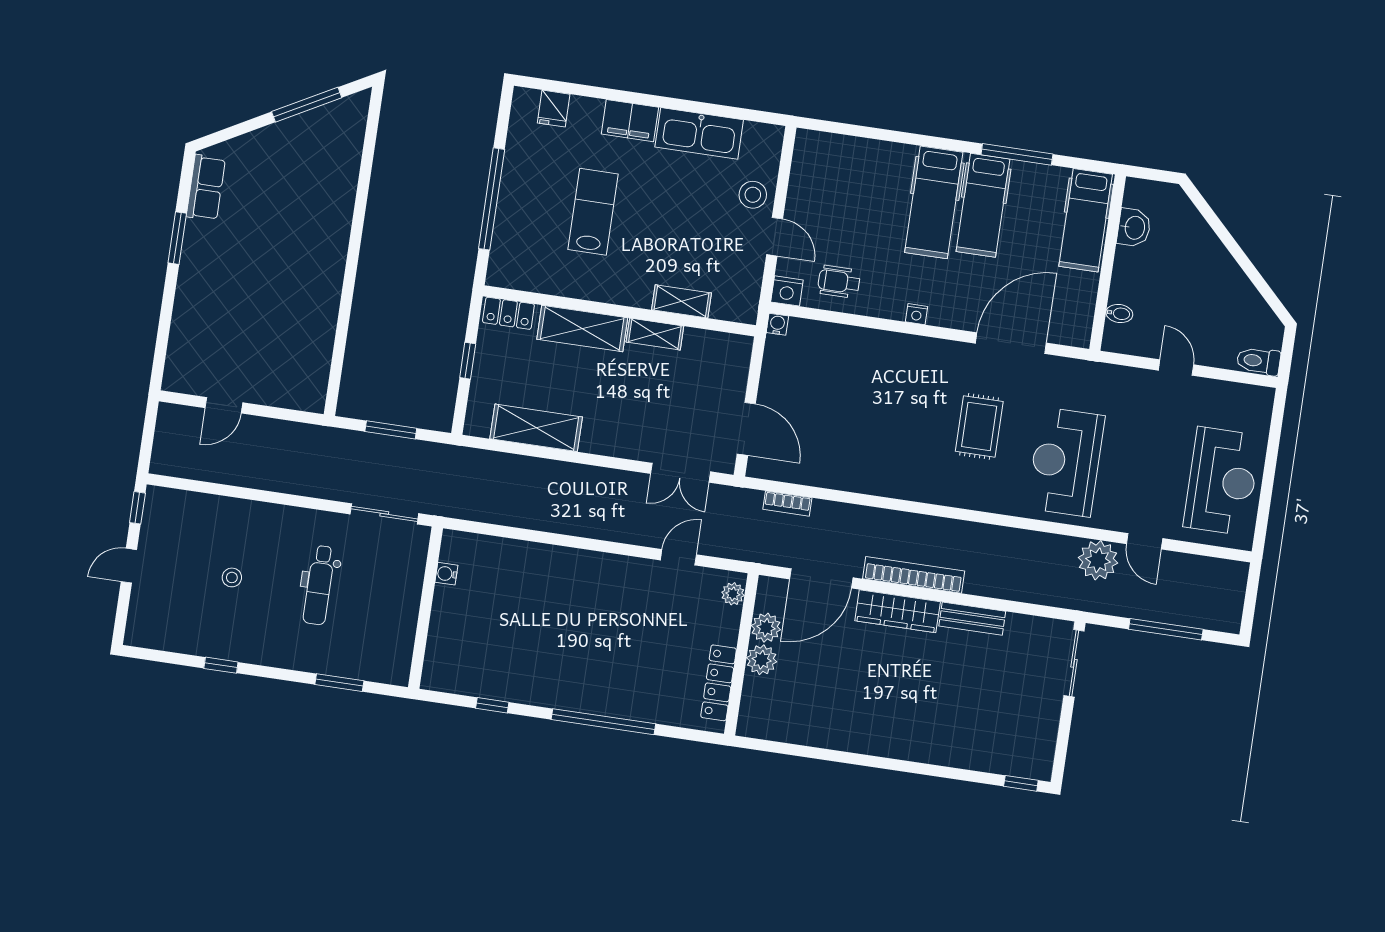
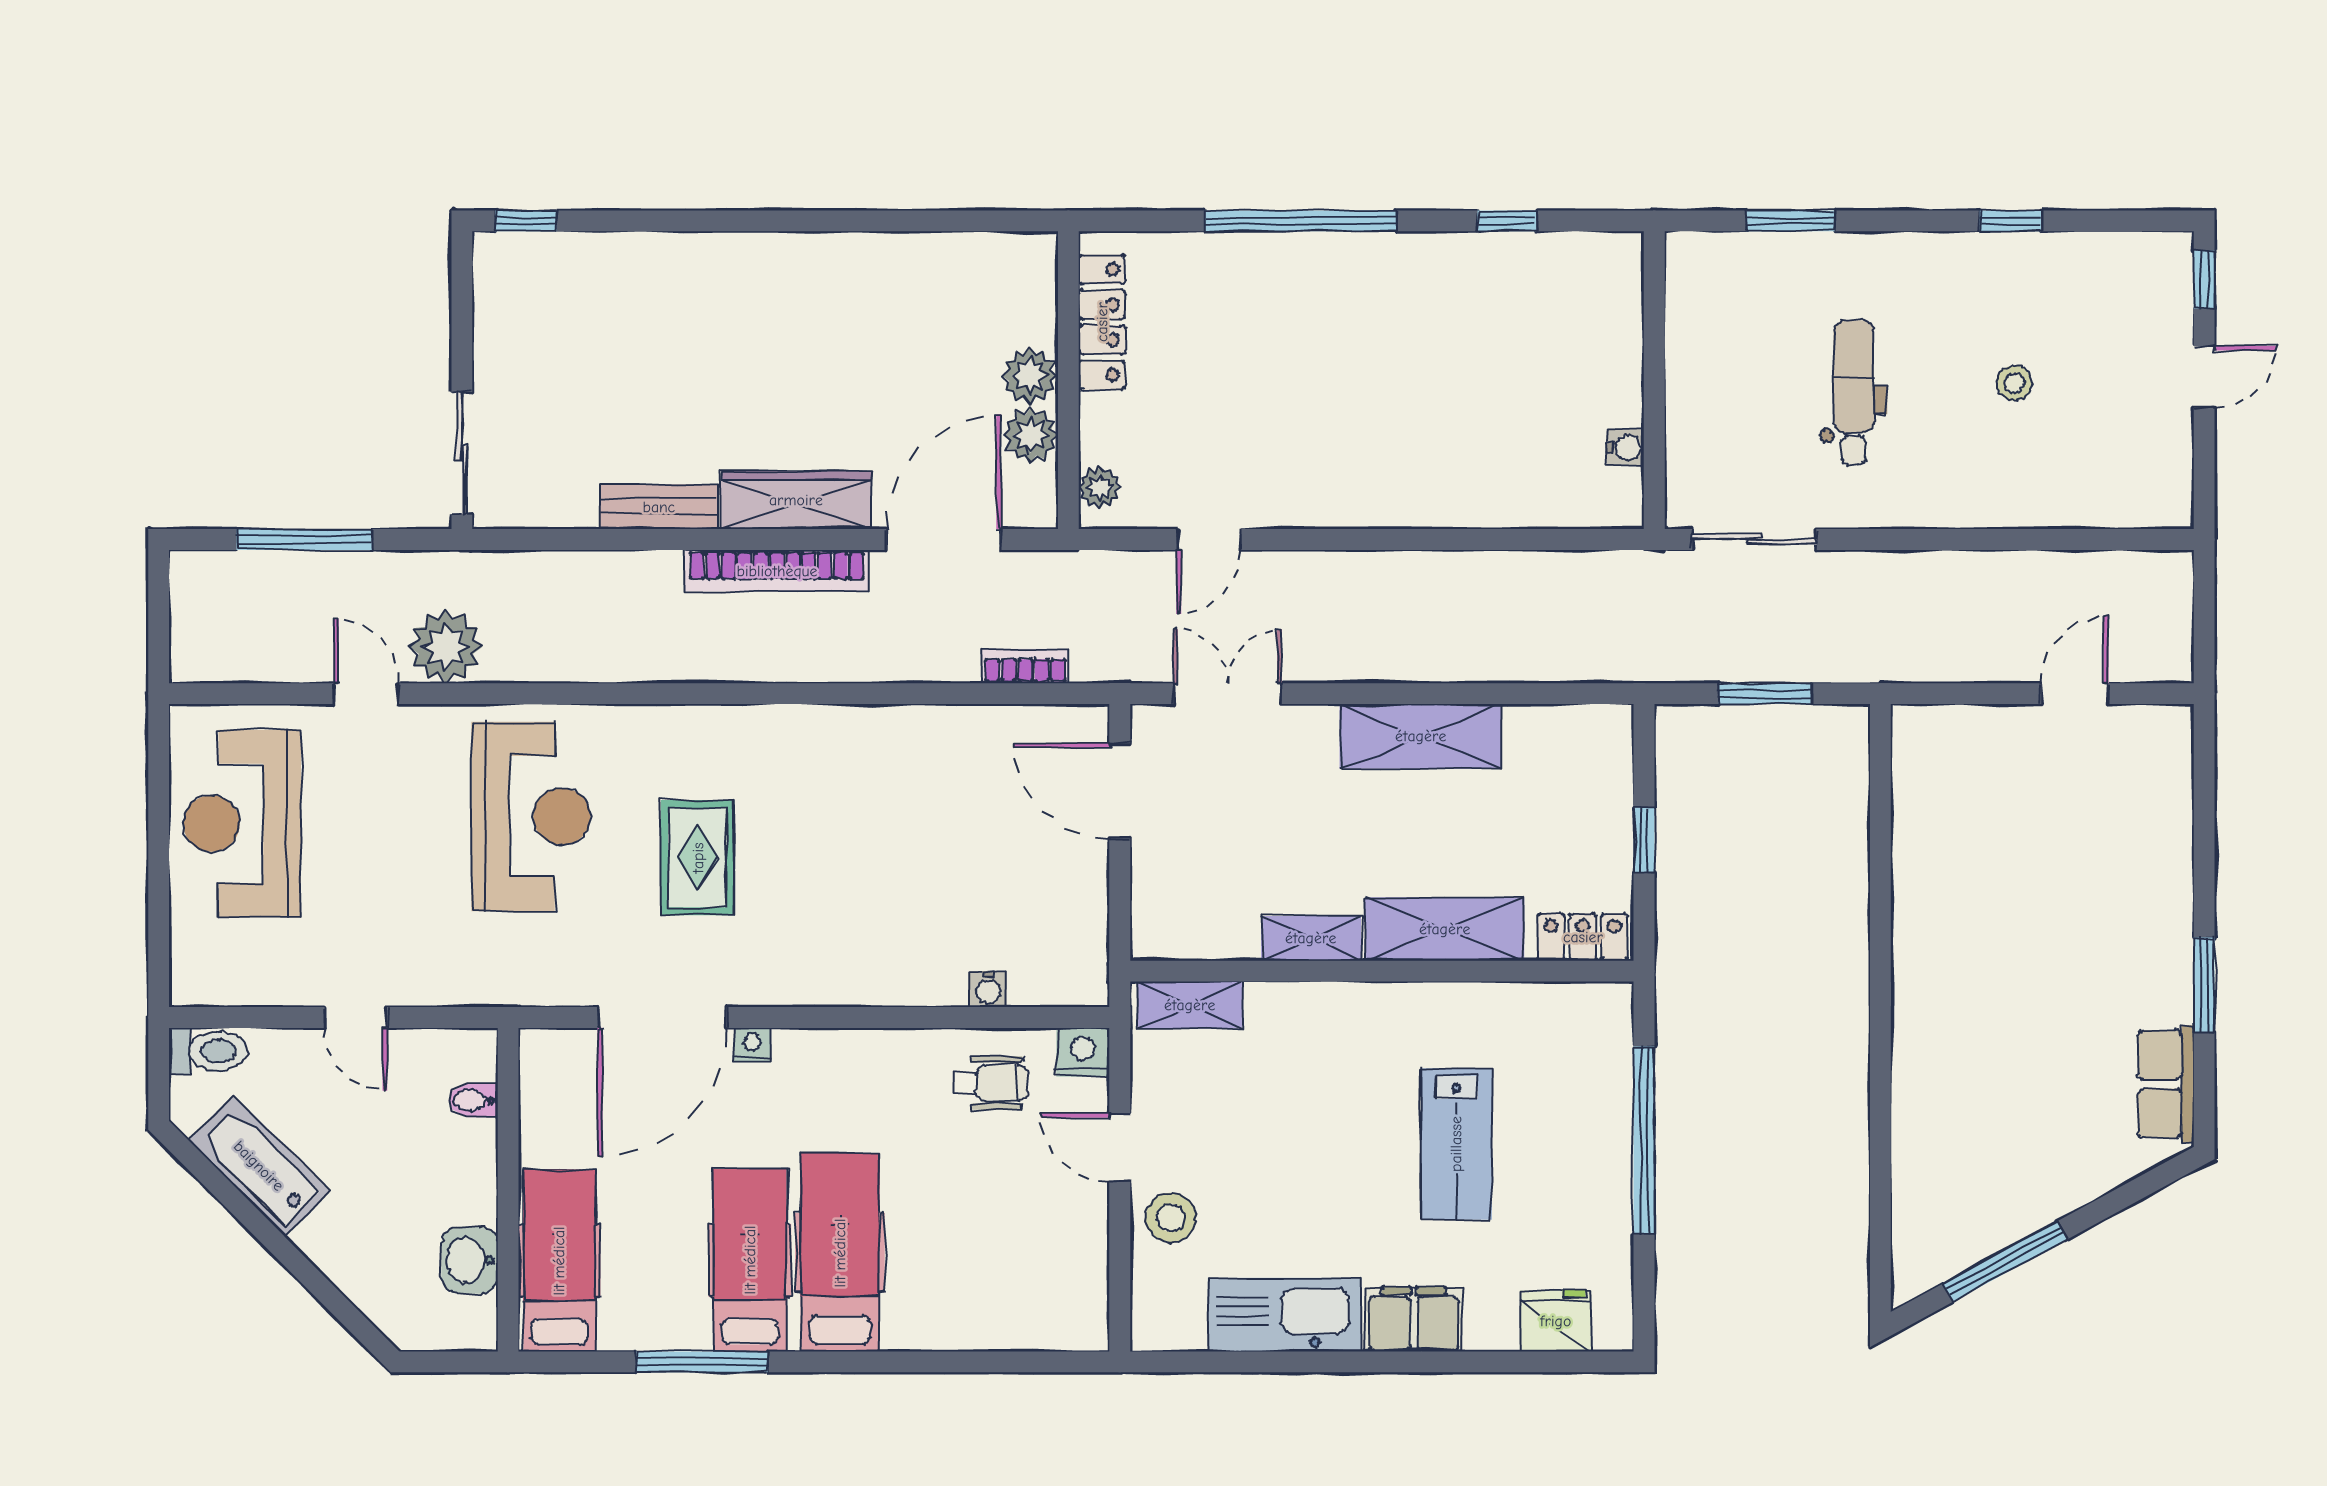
fridge: (554, 109) -> (1556, 1321), width x1.38
bathtub: (1240, 295) -> (259, 1166), added
shelving: (682, 301) -> (1190, 1005), moved
nightstand: (917, 314) -> (752, 1045), moved
water cooler: (777, 324) -> (988, 989), moved
shelving: (536, 428) -> (1421, 736), moved
window: (137, 508) -> (2204, 279), moved

